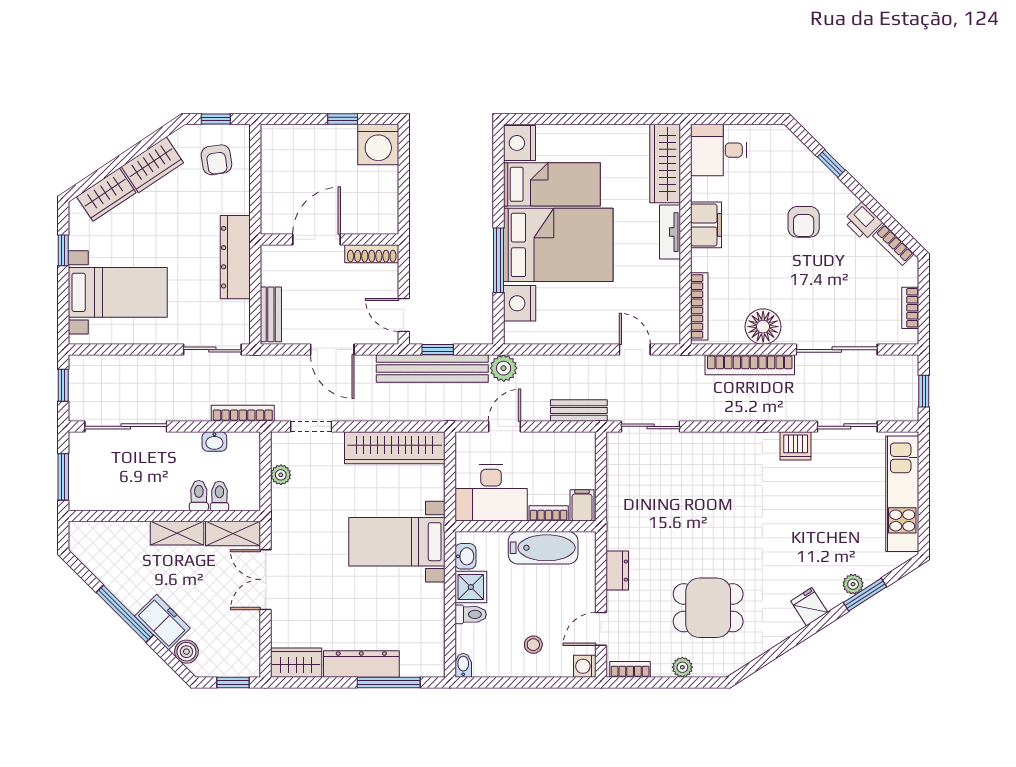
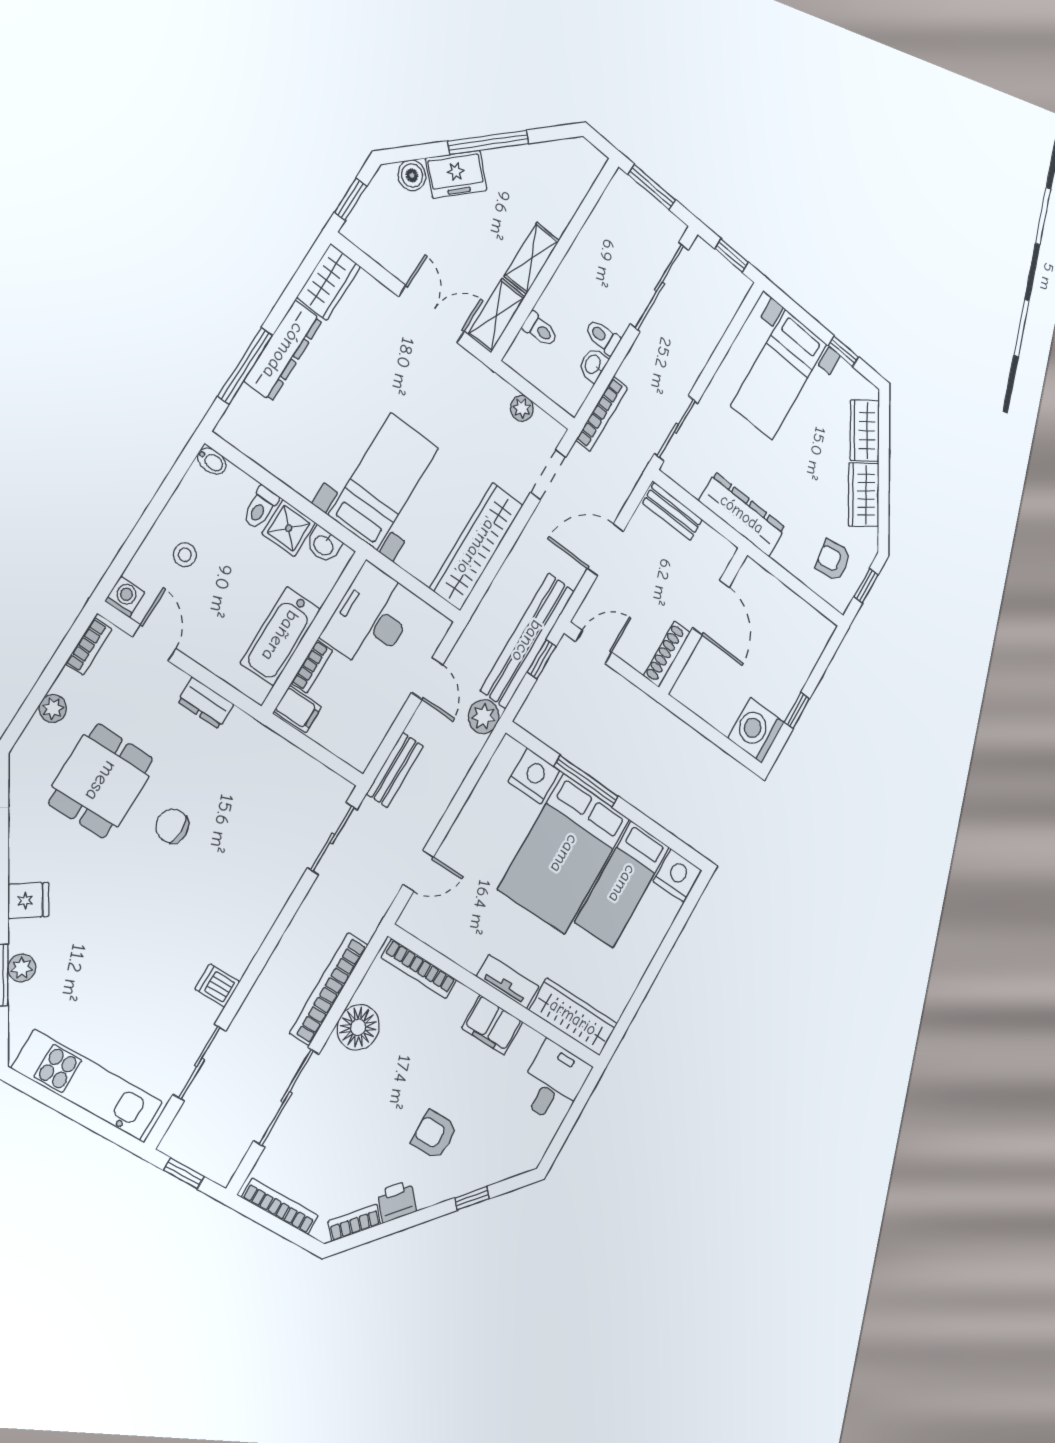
bookcase: (910, 308) -> (280, 1206), width x1.56
dishwasher: (796, 446) -> (217, 985), width x0.73
toilet: (199, 496) -> (603, 337), moved, turned 180
chair: (708, 542) -> (172, 826), added

